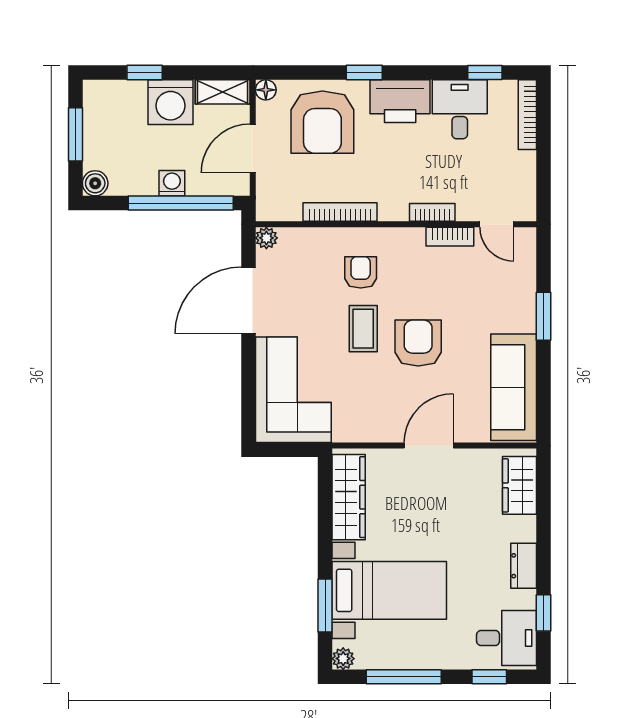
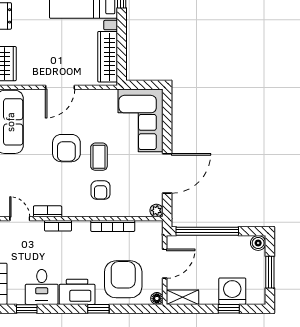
washing machine: (171, 102) -> (232, 291), moved
washing machine: (172, 183) -> (213, 243), removed

